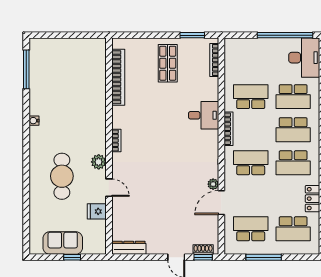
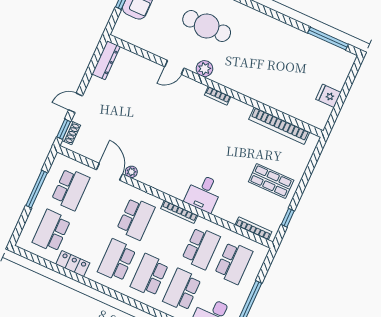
window: (192, 35) -> (288, 218), width x0.67
school desk: (251, 64) -> (234, 263), added
water cooler: (34, 121) -> (274, 23), removed
fridge: (97, 211) -> (328, 96), moved, turned -90

